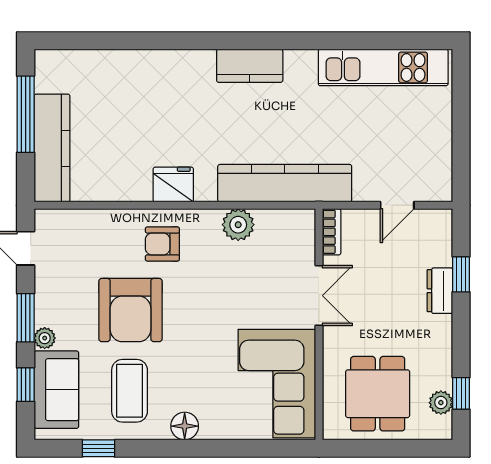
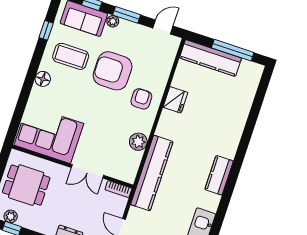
fridge: (173, 185) -> (175, 100), moved

